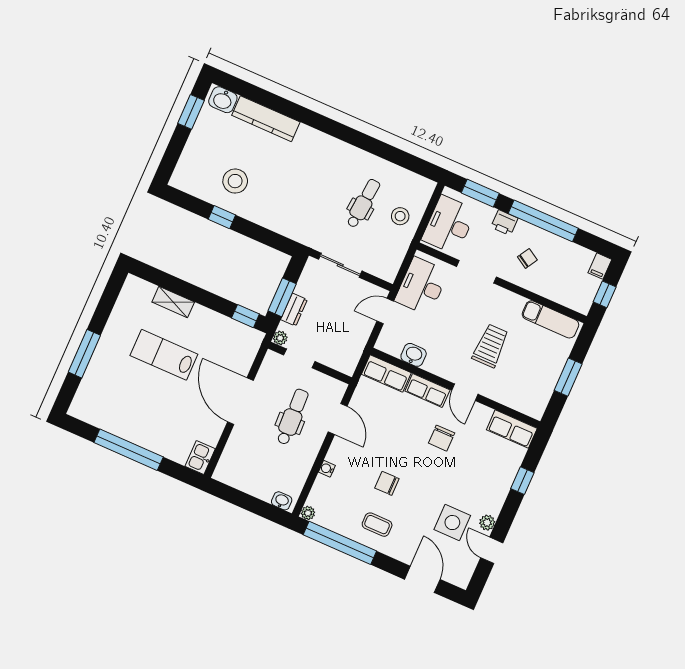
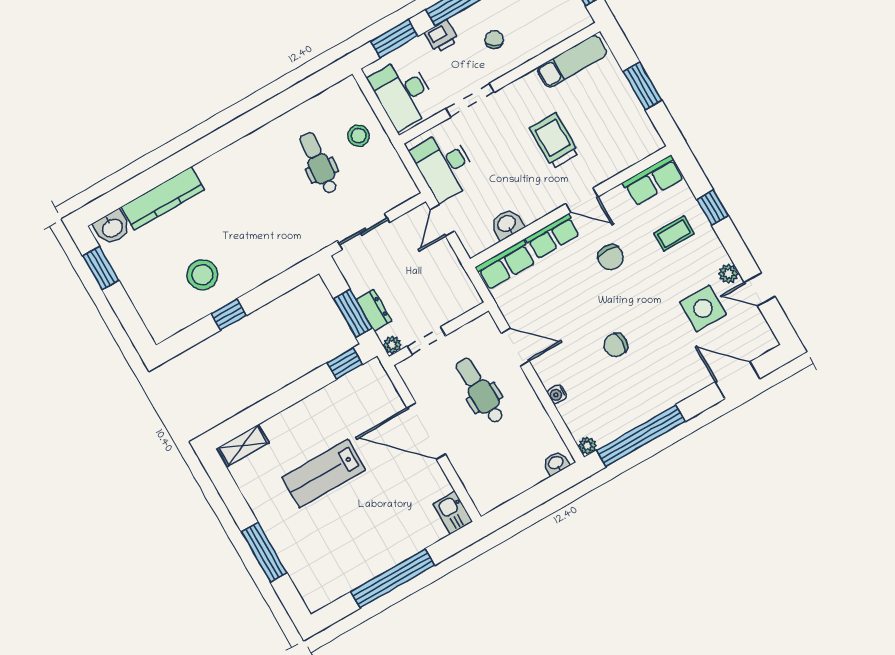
shelving: (173, 302) -> (243, 445), moved
coffee table: (377, 525) -> (674, 234), moved

